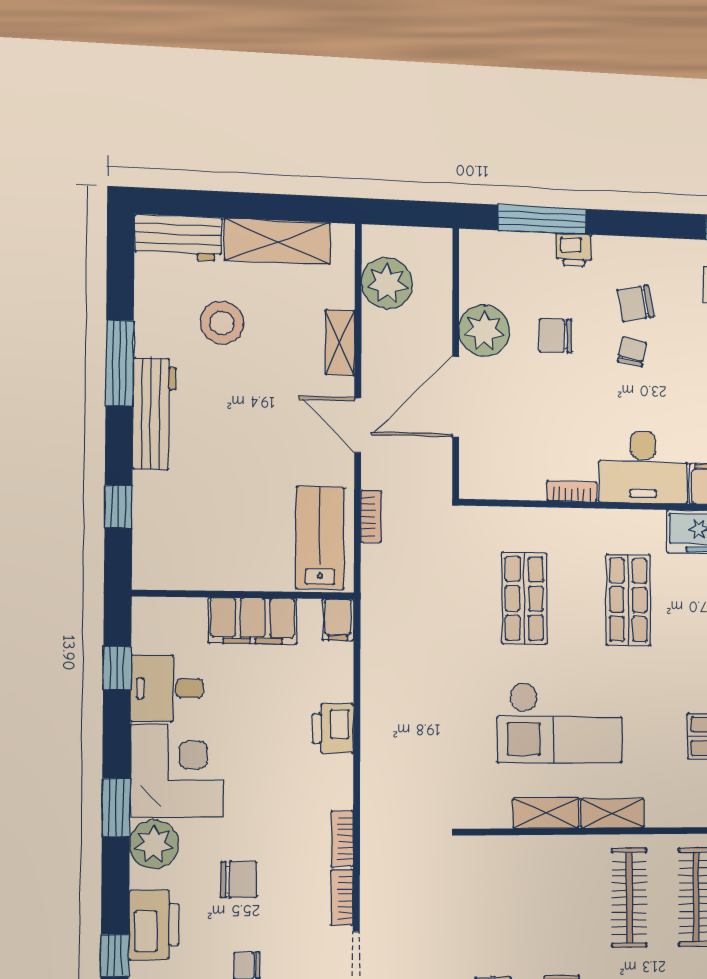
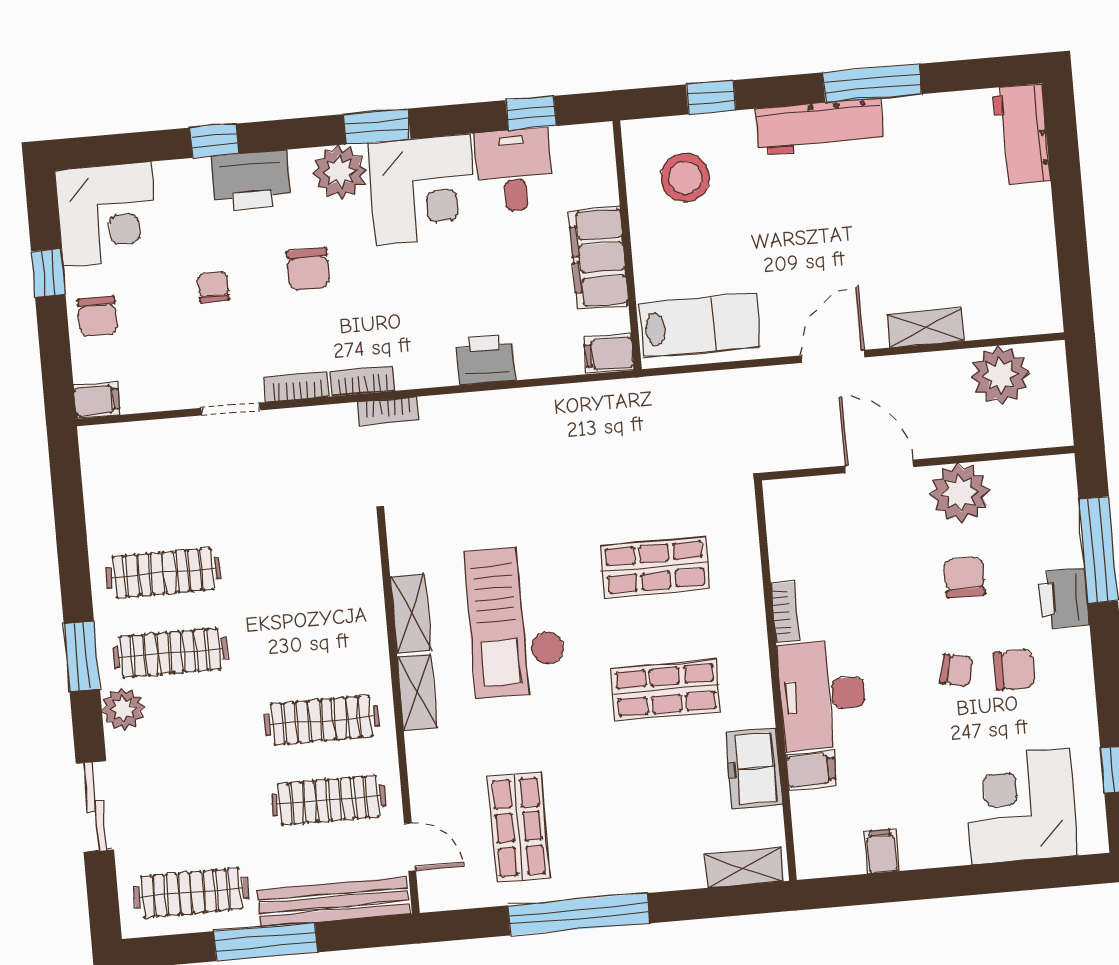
shelving: (277, 241) -> (1032, 246), removed
printer: (574, 250) -> (1064, 598), width x1.36, depth x1.24
chair: (636, 303) -> (1014, 670), turned 101
stool: (222, 323) -> (685, 178), moved
door: (456, 397) -> (879, 466), width x0.73
bookcase: (371, 517) -> (388, 411), moved

